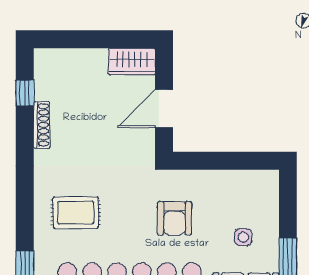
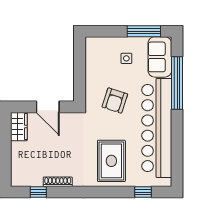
rug: (76, 213) -> (111, 161), width x1.36, depth x1.43
armchair: (174, 218) -> (115, 101), turned 108

